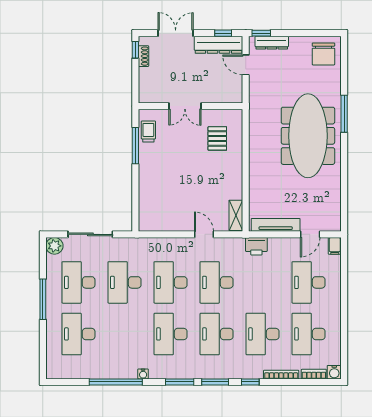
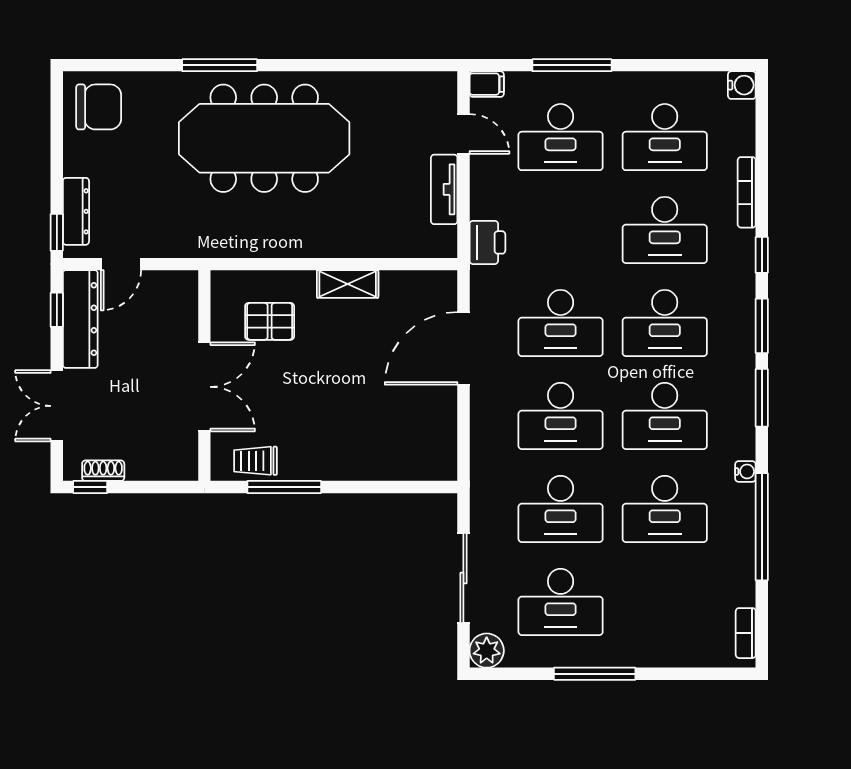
double door: (185, 106) -> (204, 387), width x1.37
shelving: (236, 215) -> (348, 284), moved
tv unit: (276, 225) -> (444, 189), width x0.71
door: (204, 234) -> (463, 348), width x1.88
window: (344, 288) -> (572, 65), added
desk: (79, 334) -> (665, 509), moved
bookcase: (314, 374) -> (746, 633), moved

